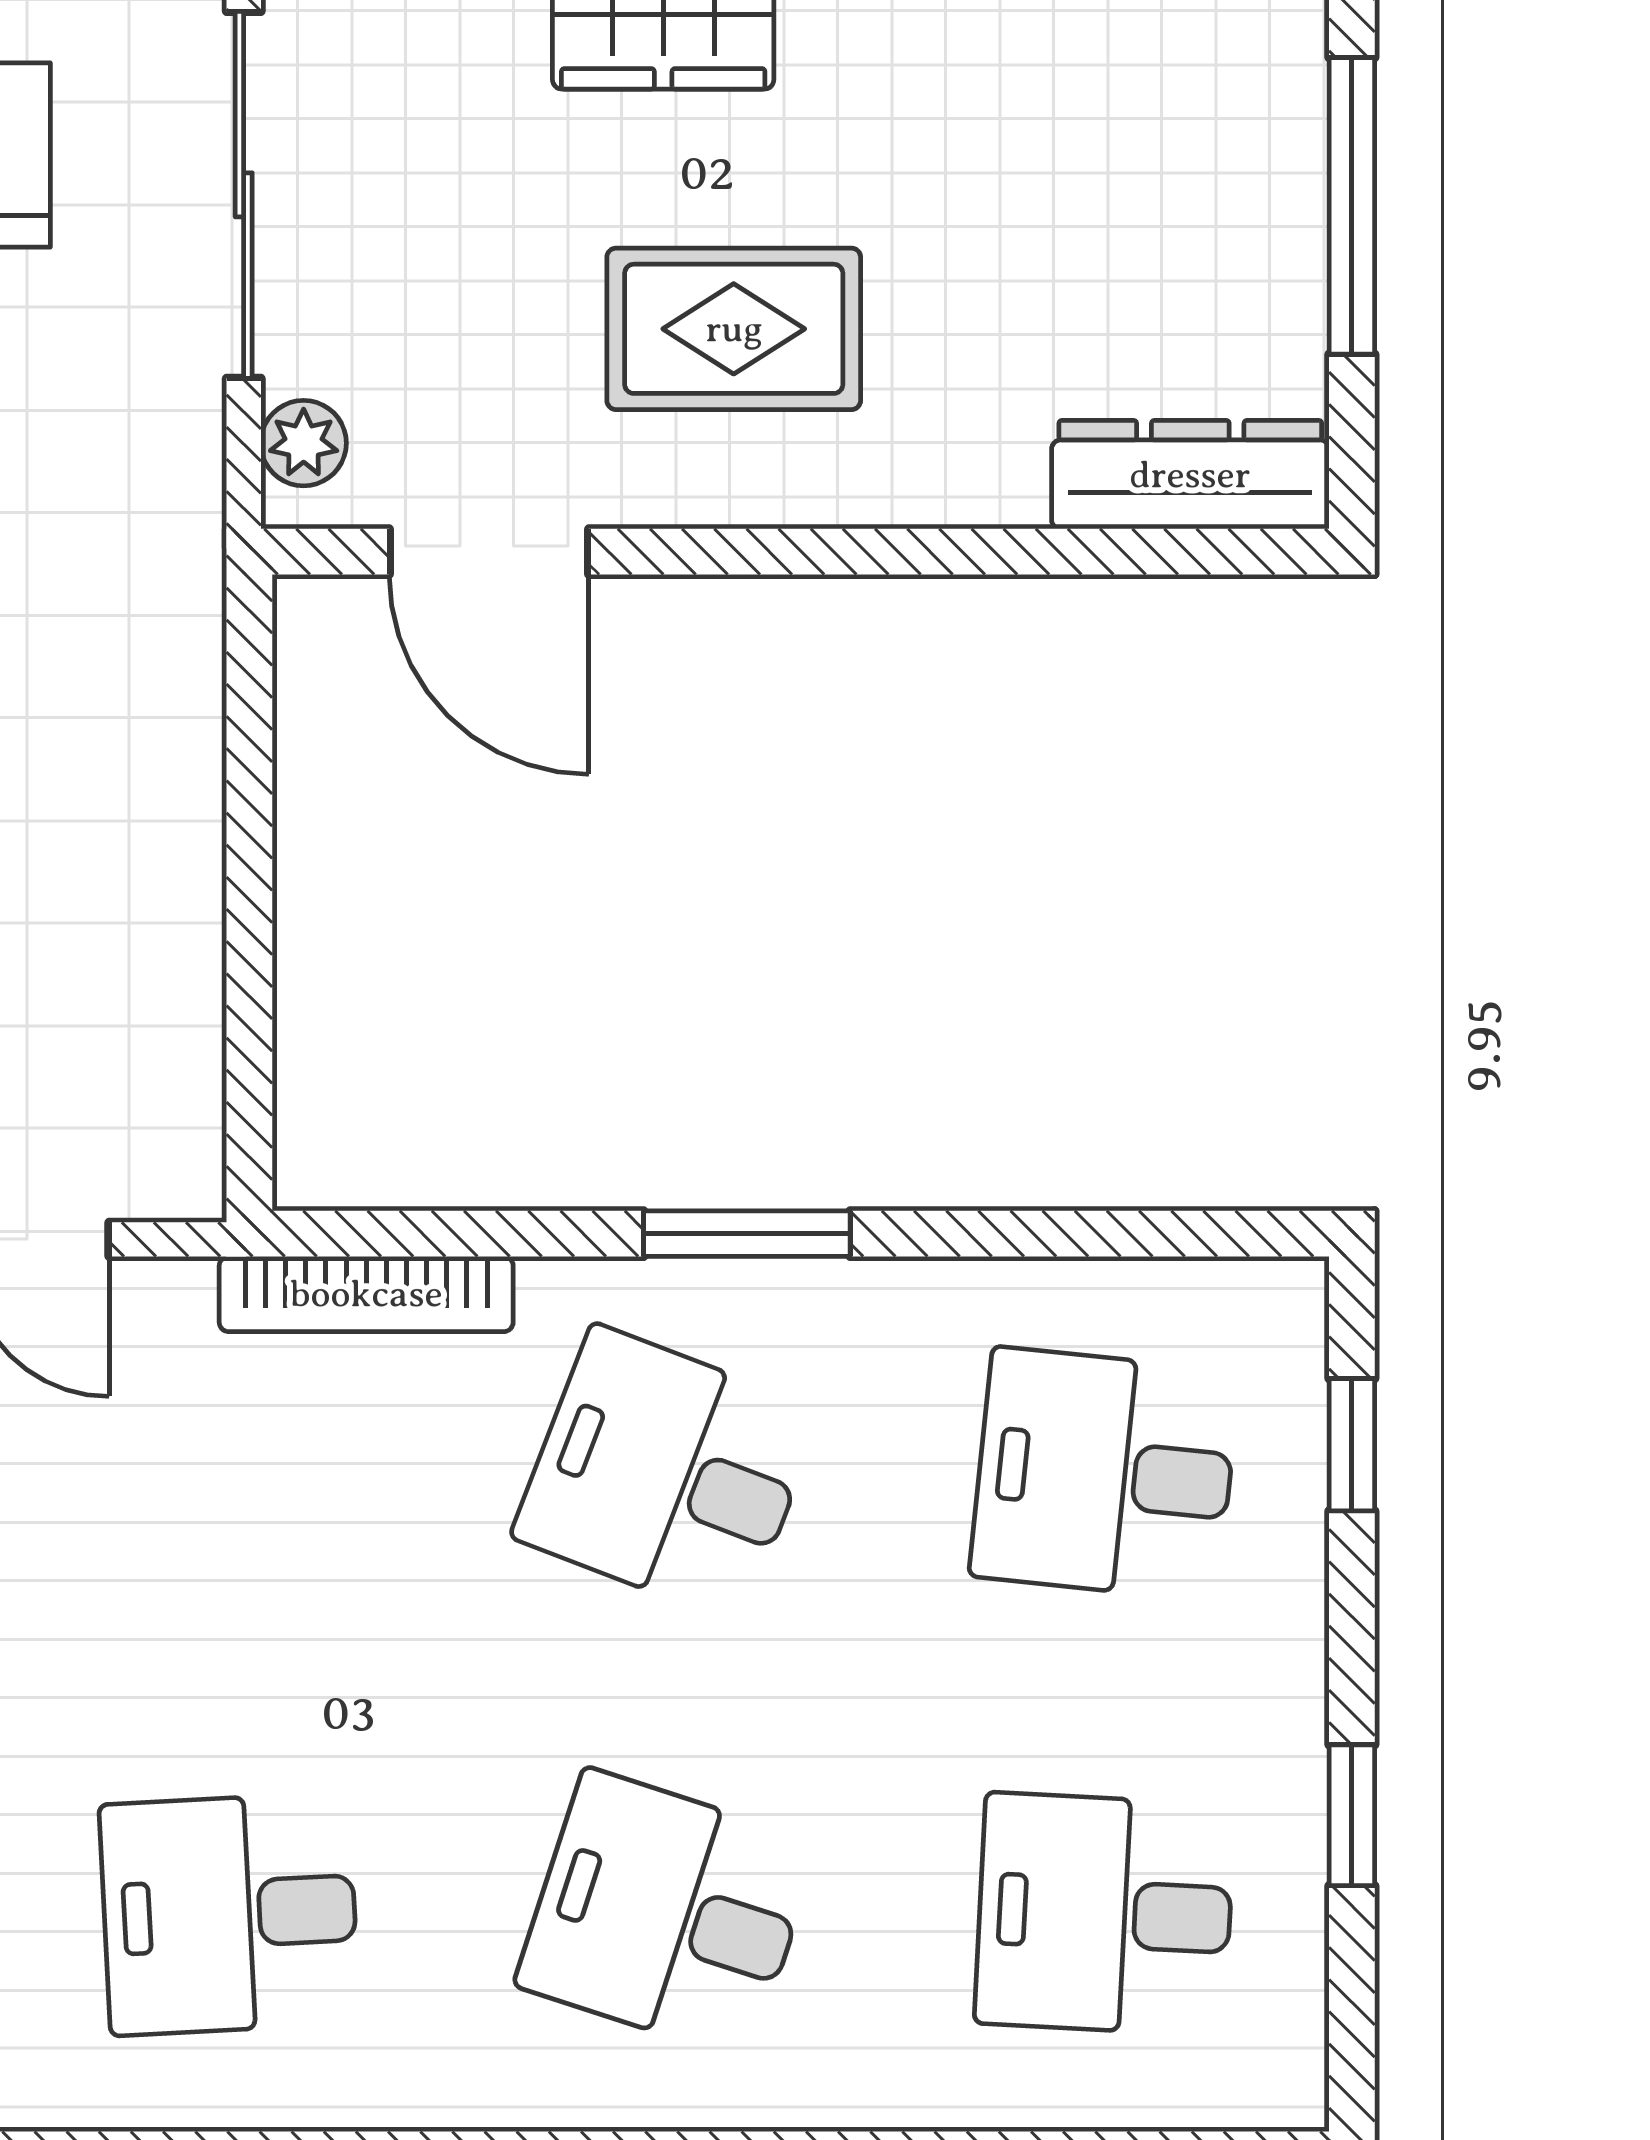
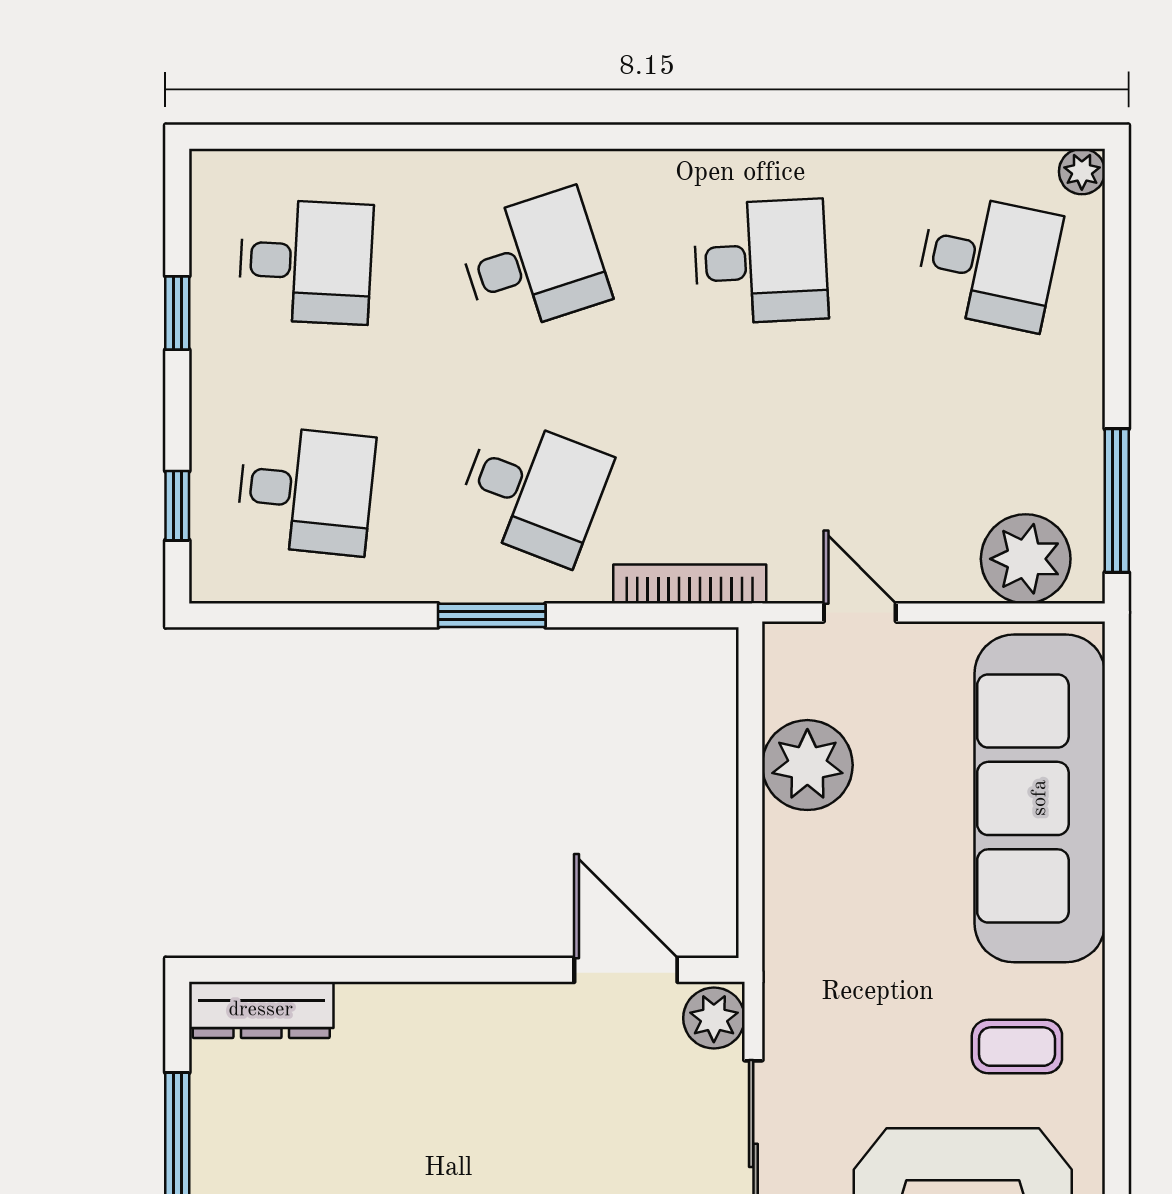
rug: (734, 329) -> (499, 1086), removed
plant: (304, 443) -> (714, 1018), width x1.38, depth x1.38
plant: (140, 946) -> (807, 765), added
desk: (667, 1914) -> (533, 262), turned -36

